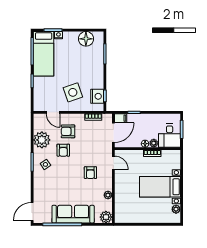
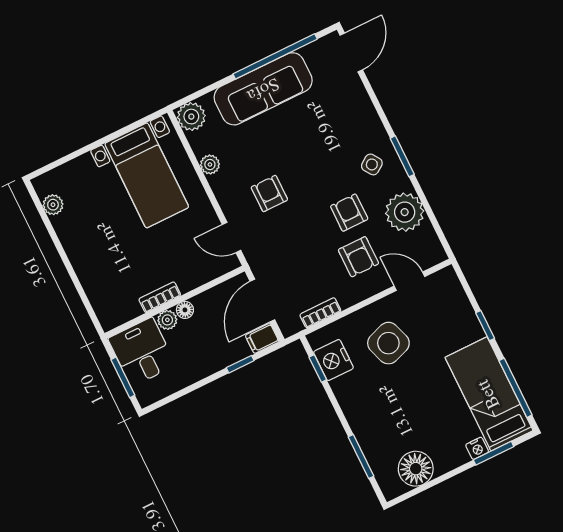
armchair: (68, 131) -> (358, 257), turned 90
bed with nightstands: (160, 187) -> (147, 175), moved, turned 90

